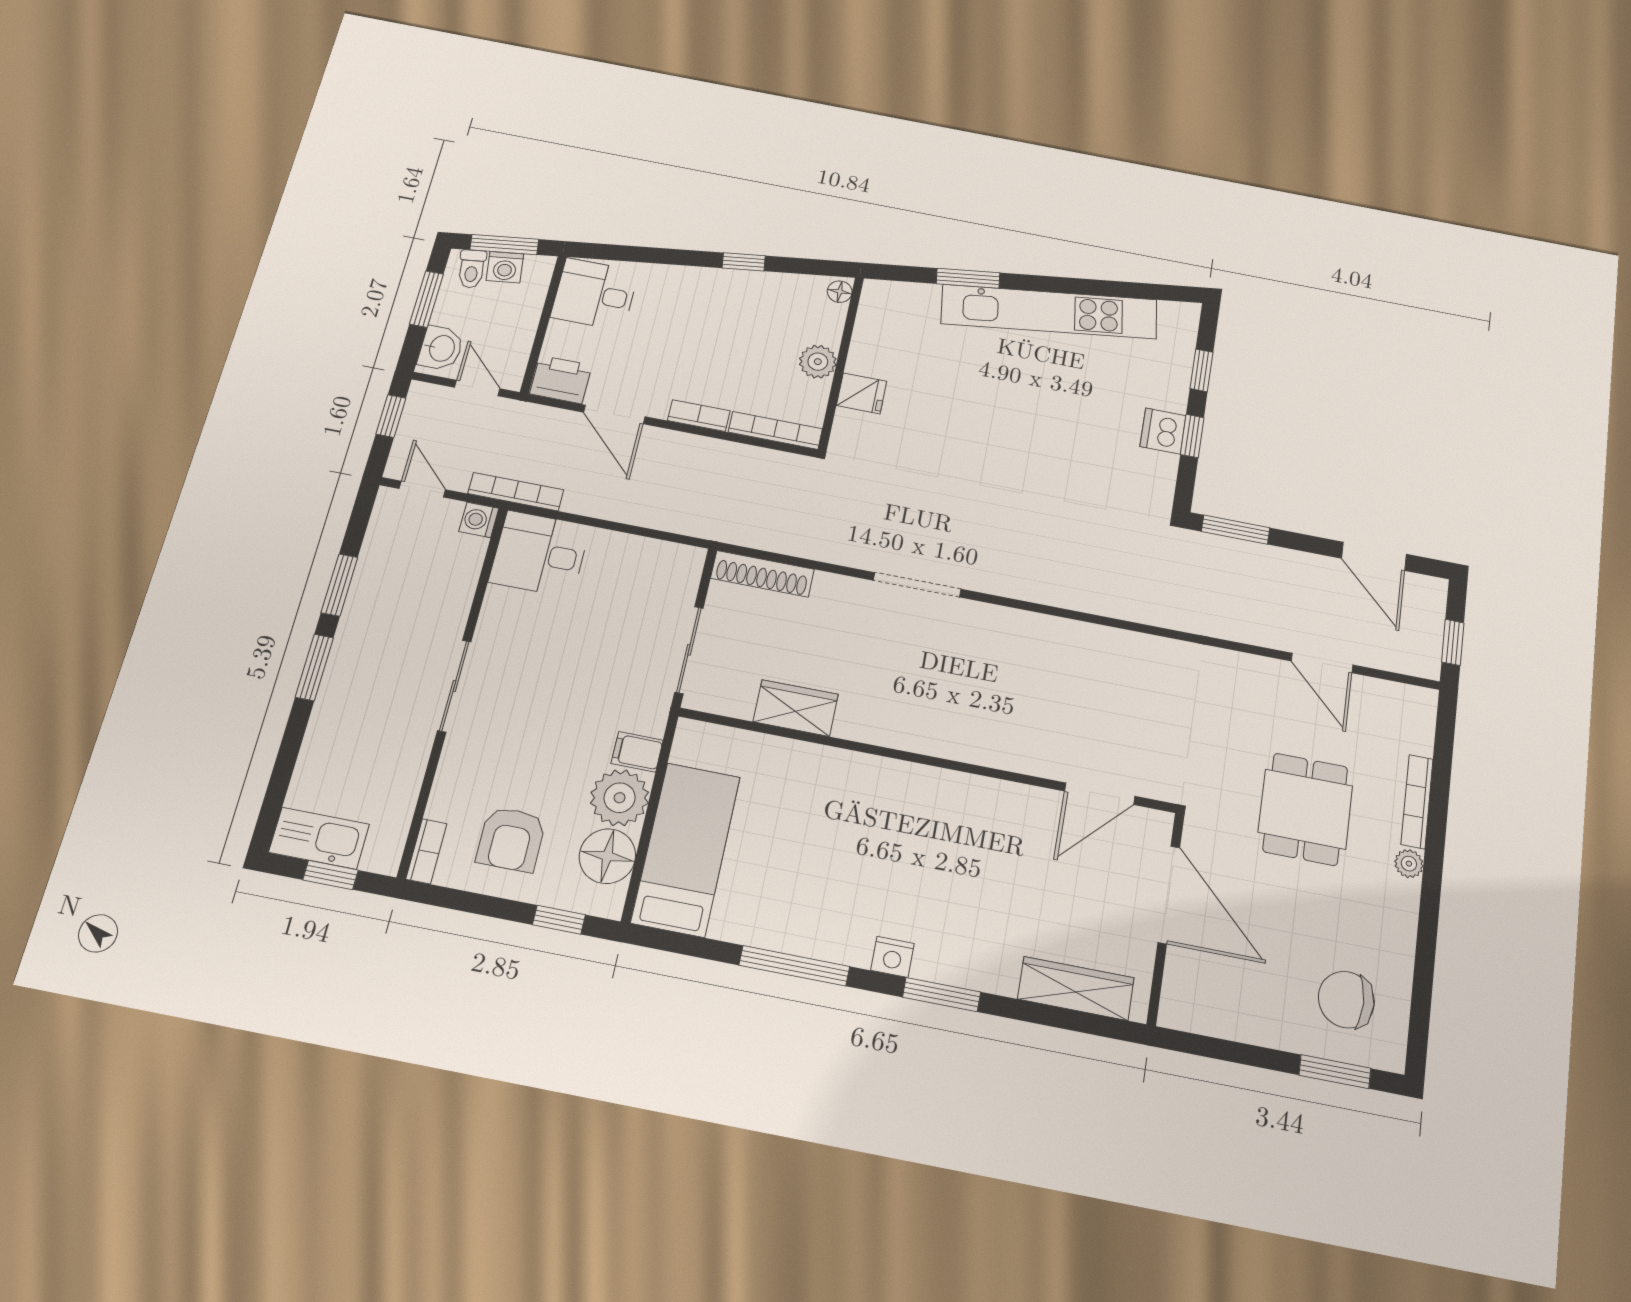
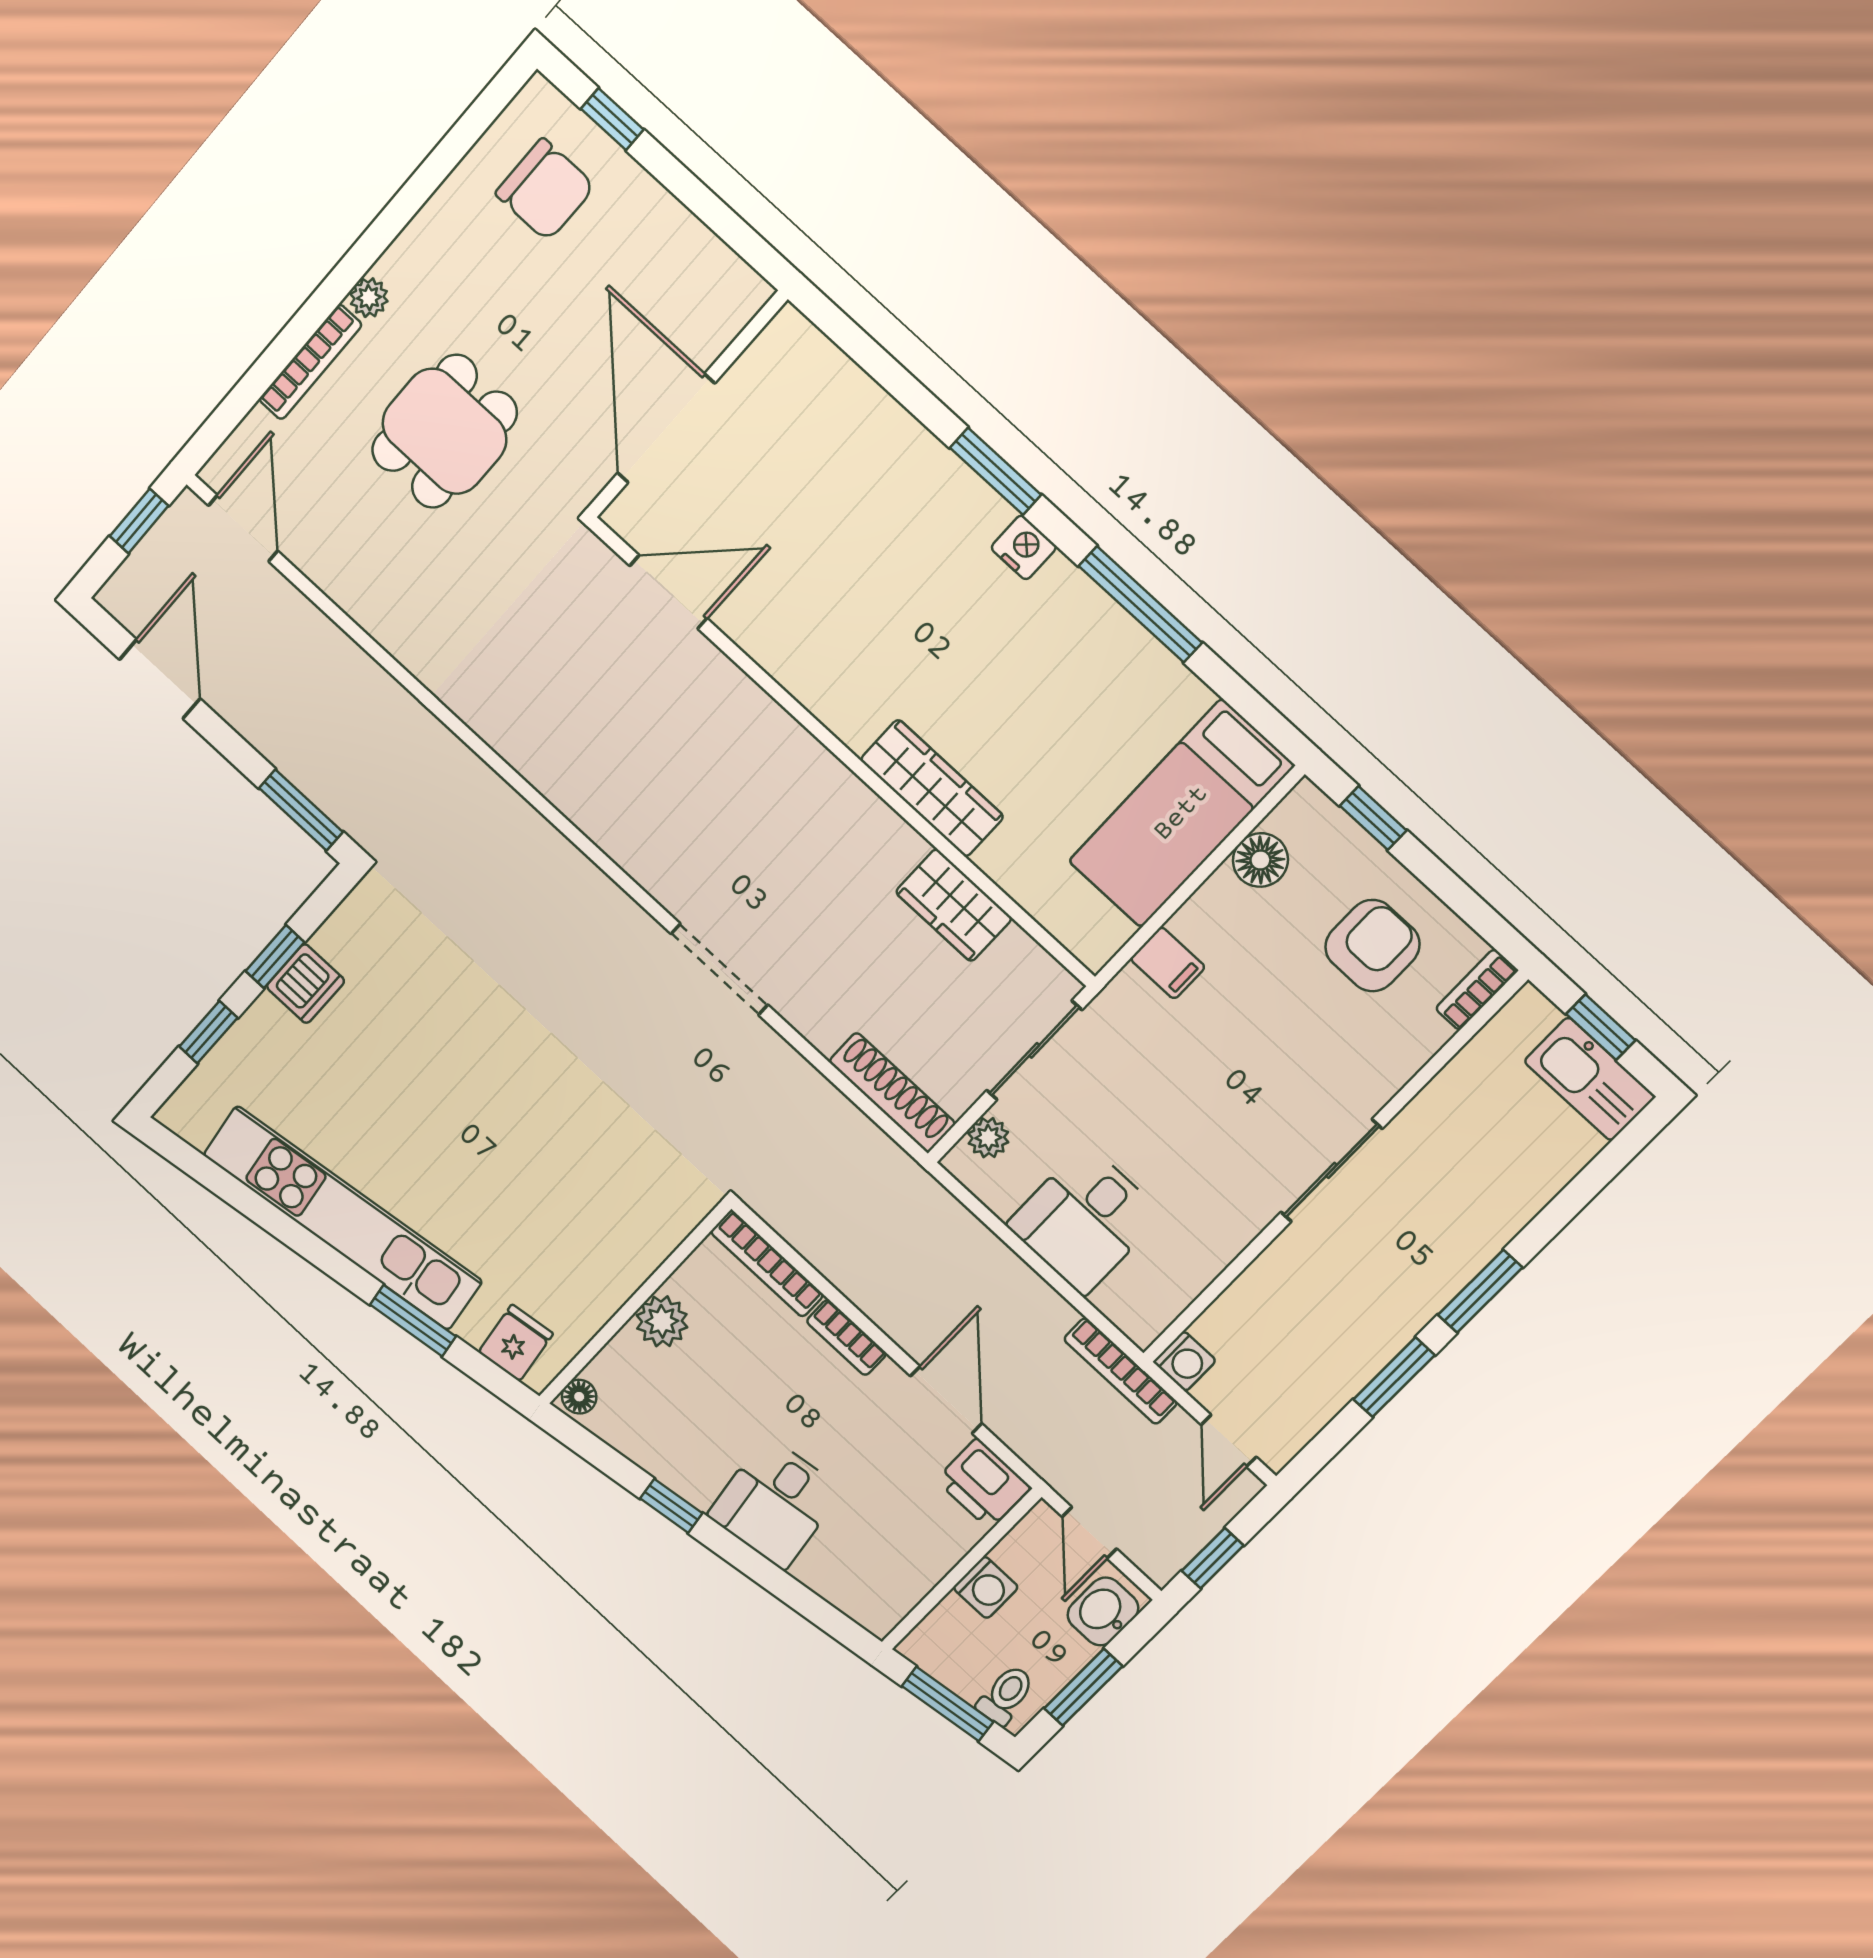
washing machine: (505, 267) -> (986, 1587), moved, turned 98
desk: (595, 294) -> (775, 1503), moved, turned 82
fridge: (861, 393) -> (516, 1343), moved, turned 82
desk: (540, 554) -> (1085, 1220), moved, turned 90
door: (1322, 663) -> (243, 528), moved
plant: (620, 798) -> (988, 1138), moved, width x0.53, depth x0.53
floor lamp: (607, 856) -> (1260, 860), width x0.73, depth x0.73
wardrobe: (1076, 988) -> (932, 788), moved, turned 180
window: (1335, 1072) -> (612, 119), width x0.67

